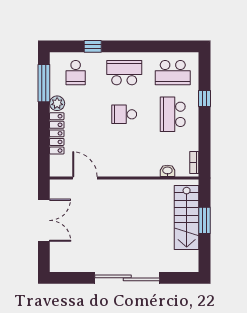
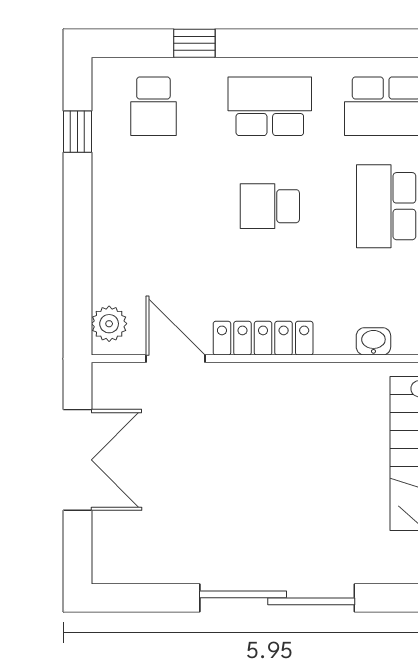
window: (44, 83) -> (77, 132), width x0.46
plant: (57, 103) -> (109, 324), moved
locker: (57, 133) -> (263, 338), moved, turned -90

